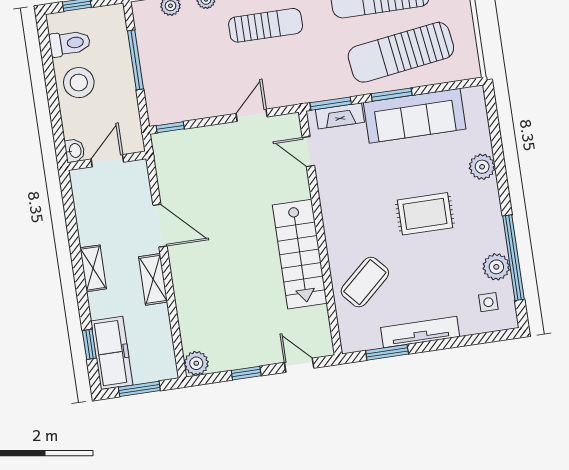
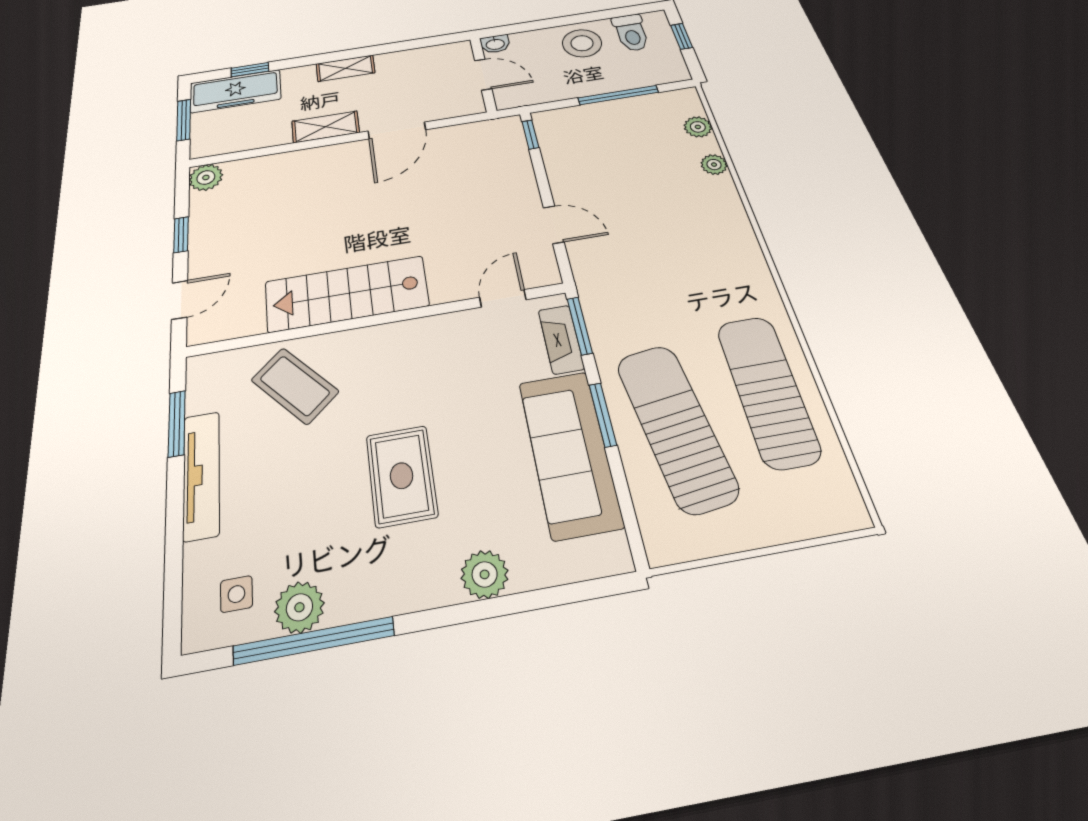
sun lounger: (266, 25) -> (689, 236), removed

